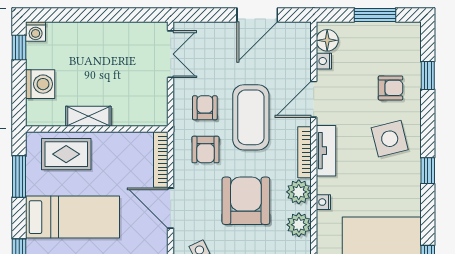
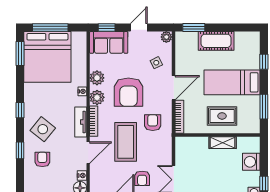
window: (428, 75) -> (20, 150), moved
armchair: (390, 88) -> (42, 159), turned 90
armchair: (205, 108) -> (142, 178), moved
side table: (390, 139) -> (43, 129), turned -37
rug: (66, 154) -> (222, 116), moved
door: (171, 208) -> (174, 88), hinge flipped

